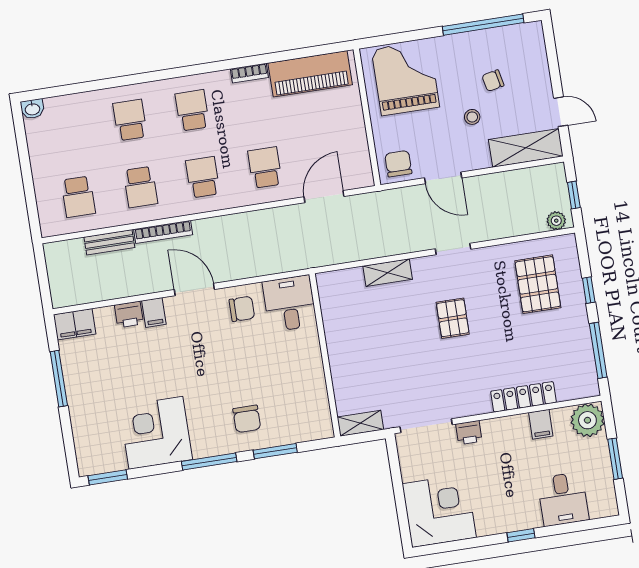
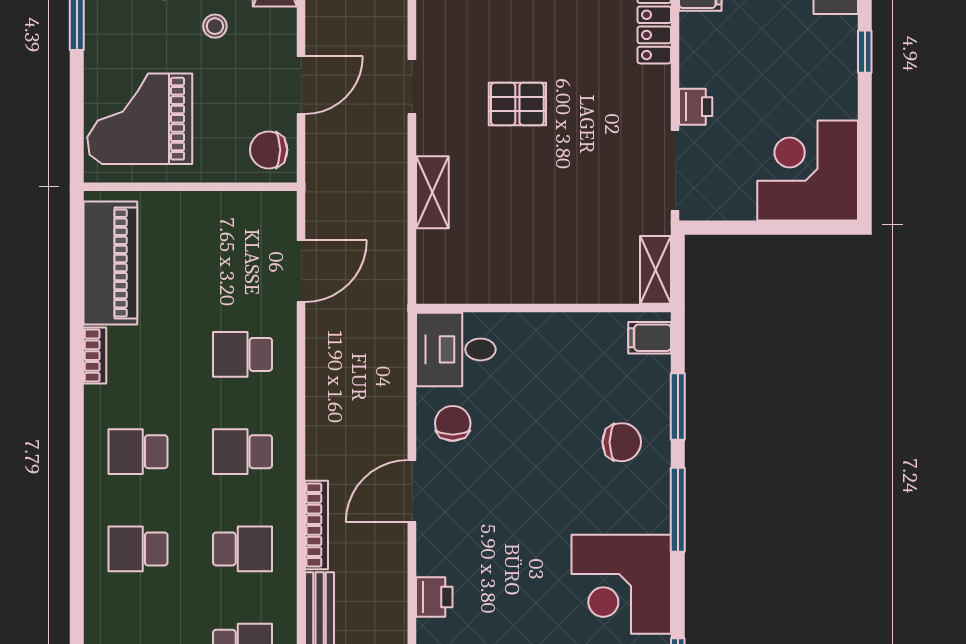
door: (324, 197) -> (301, 271), swing flipped
filing cabinet: (154, 312) -> (650, 338), moved, turned 180

